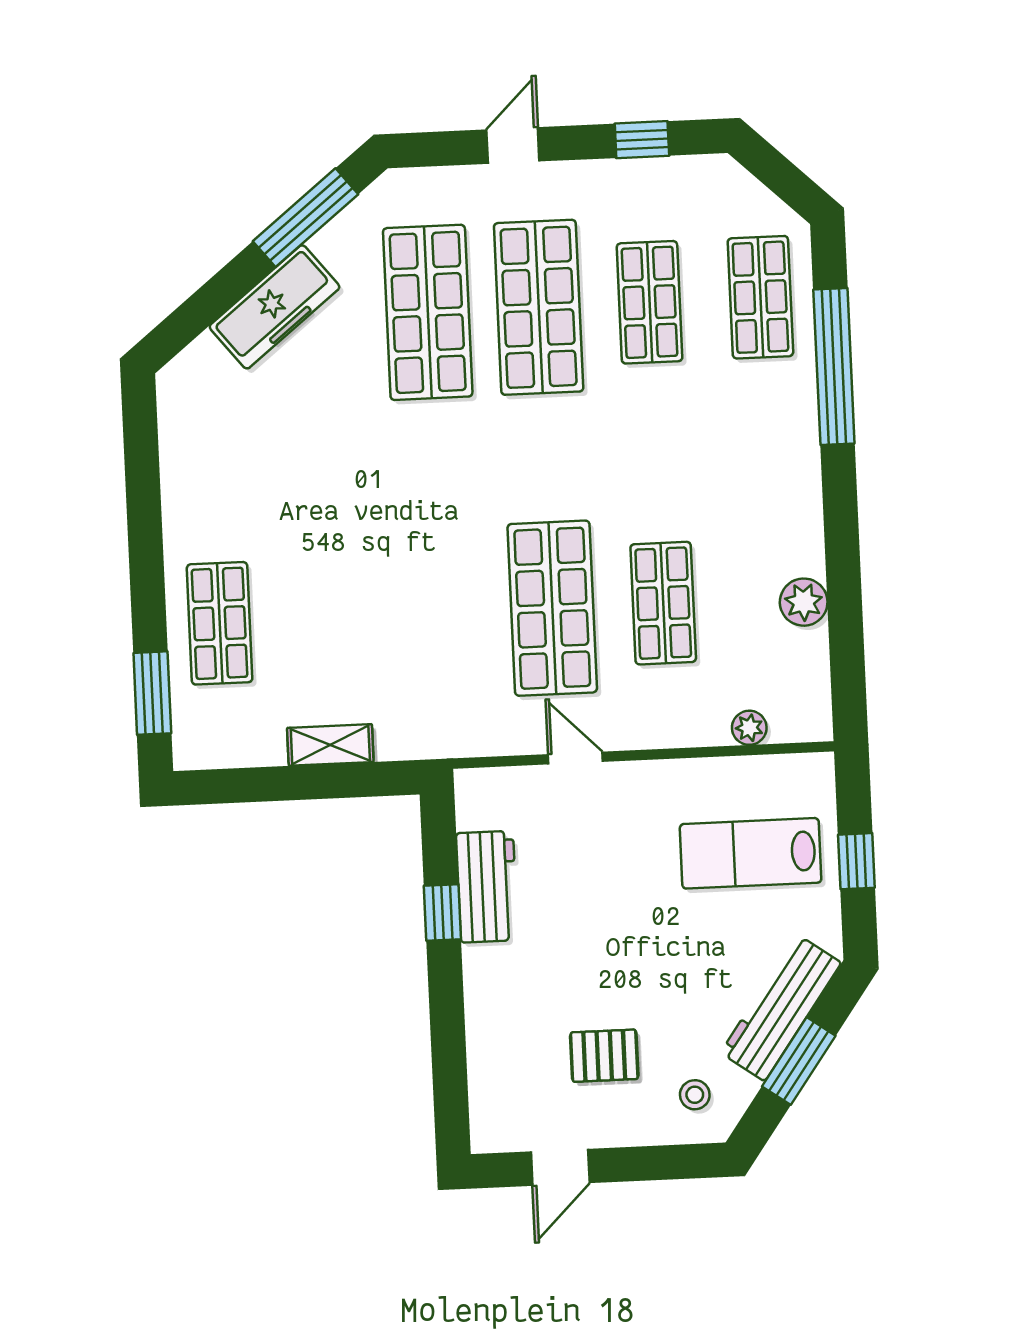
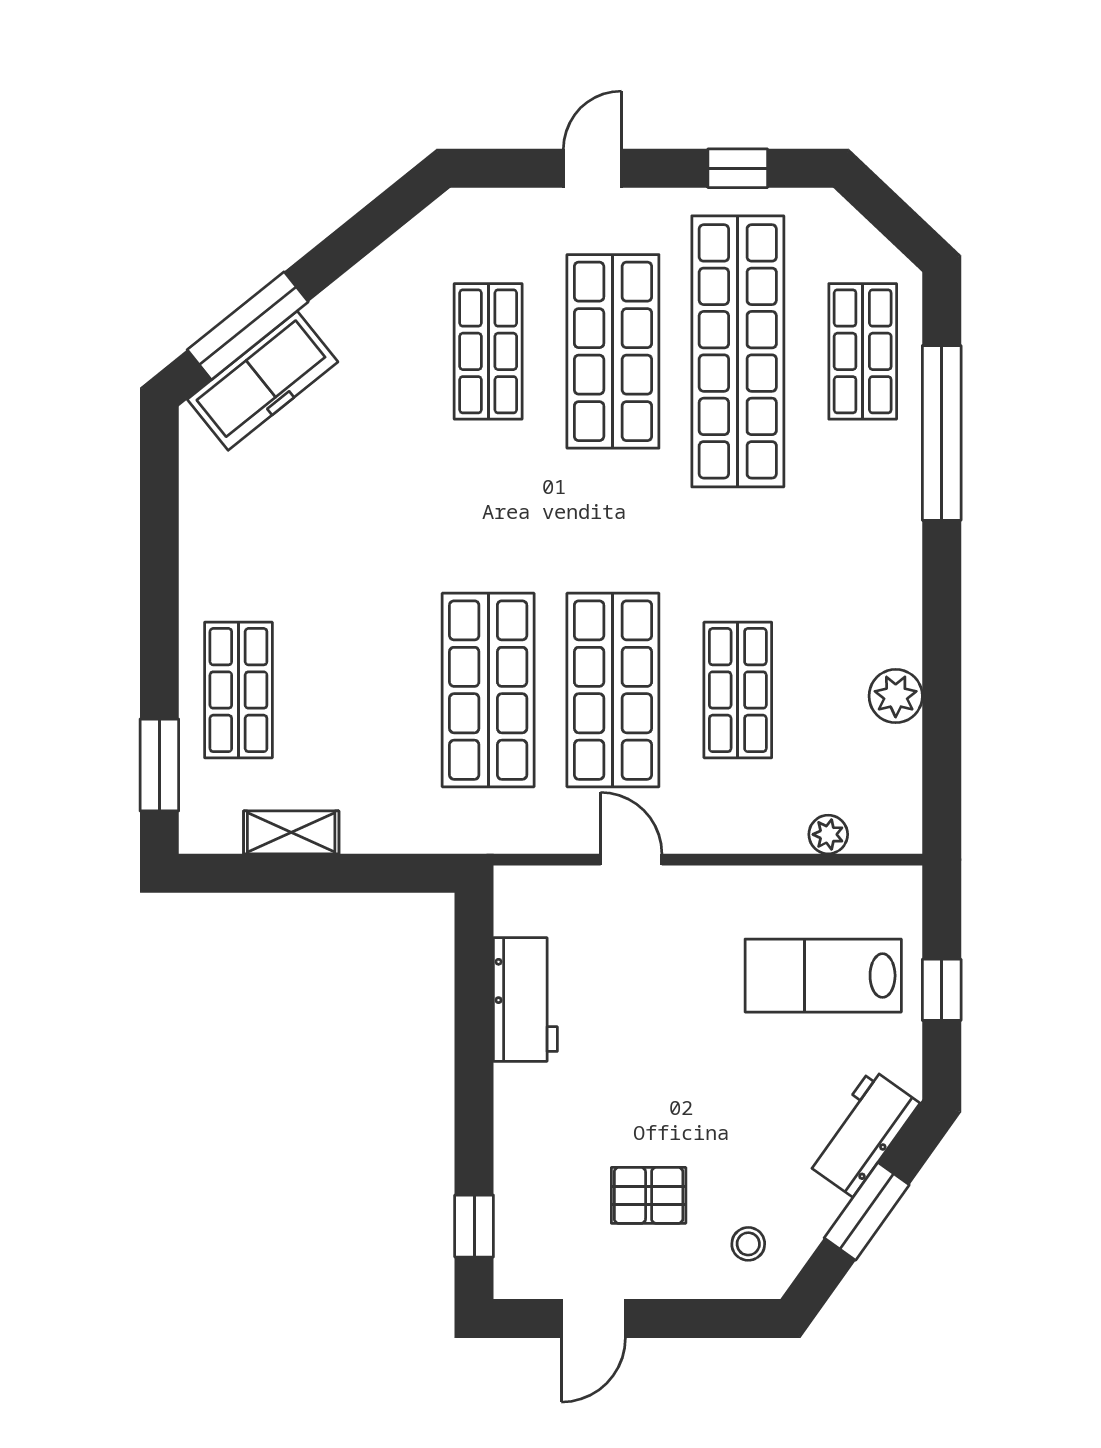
window: (306, 218) -> (248, 326), moved
shop shelf: (650, 302) -> (738, 351), width x2.00, depth x1.36
freezer: (274, 307) -> (263, 381), moved
shop shelf: (428, 312) -> (488, 351), width x0.70, depth x0.74
shop shelf: (441, 613) -> (488, 690), added
shelving: (330, 745) -> (291, 832), moved
window: (442, 913) -> (474, 1226), moved
workbench: (781, 1008) -> (862, 1133), width x0.73

